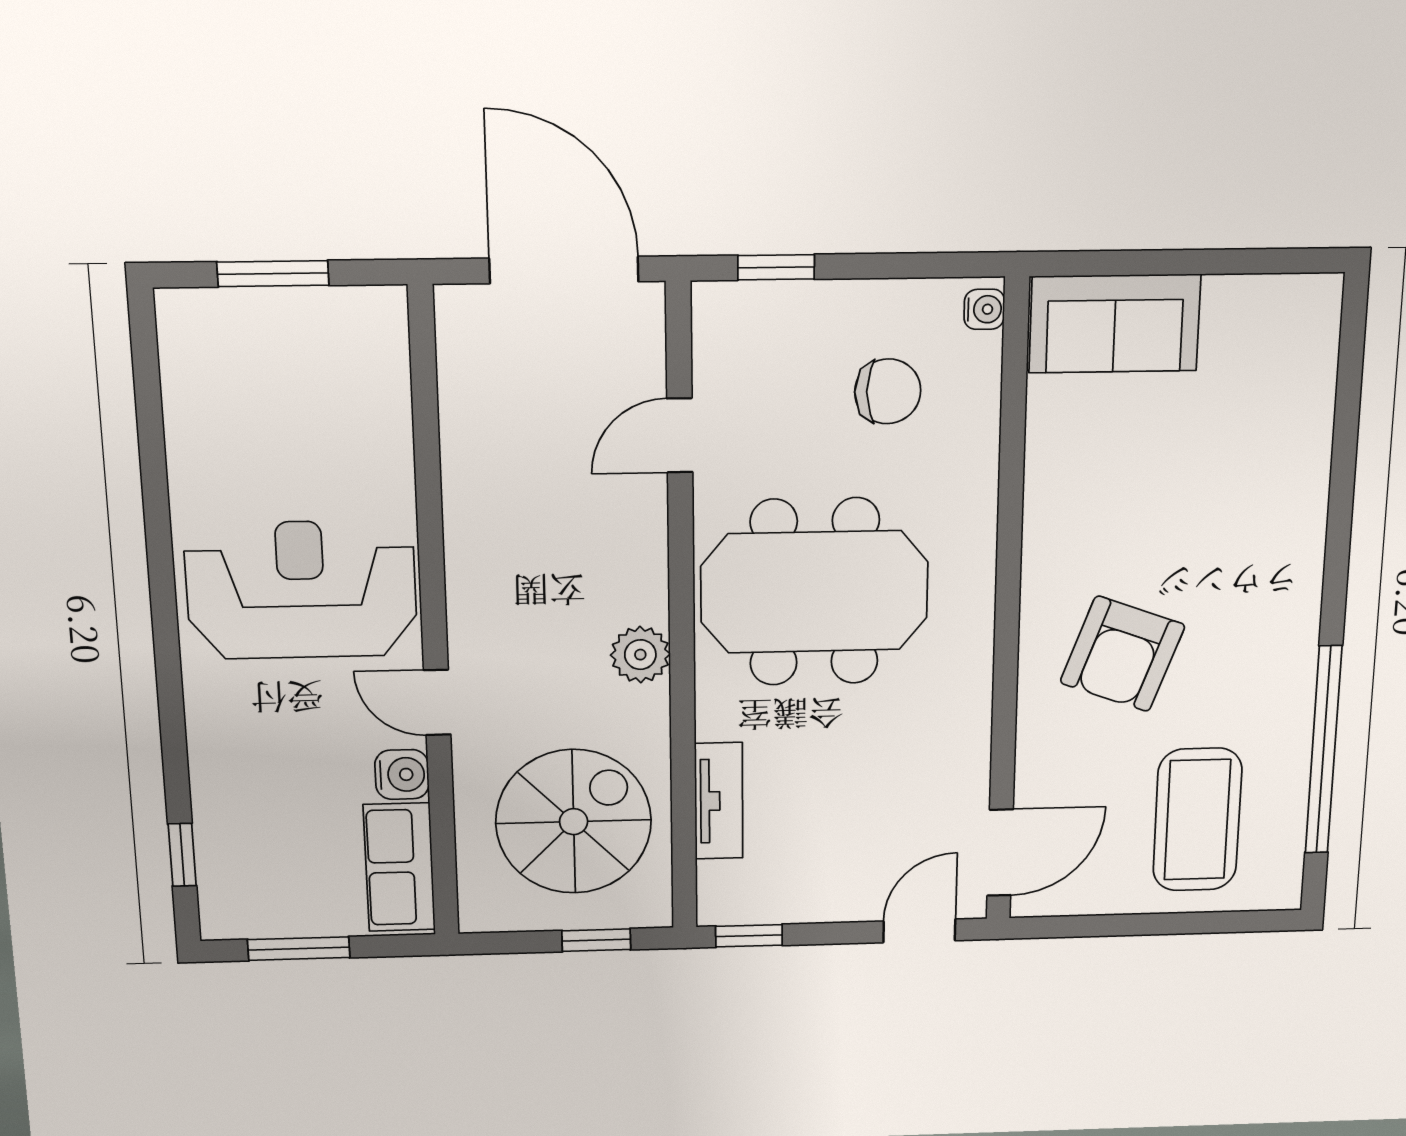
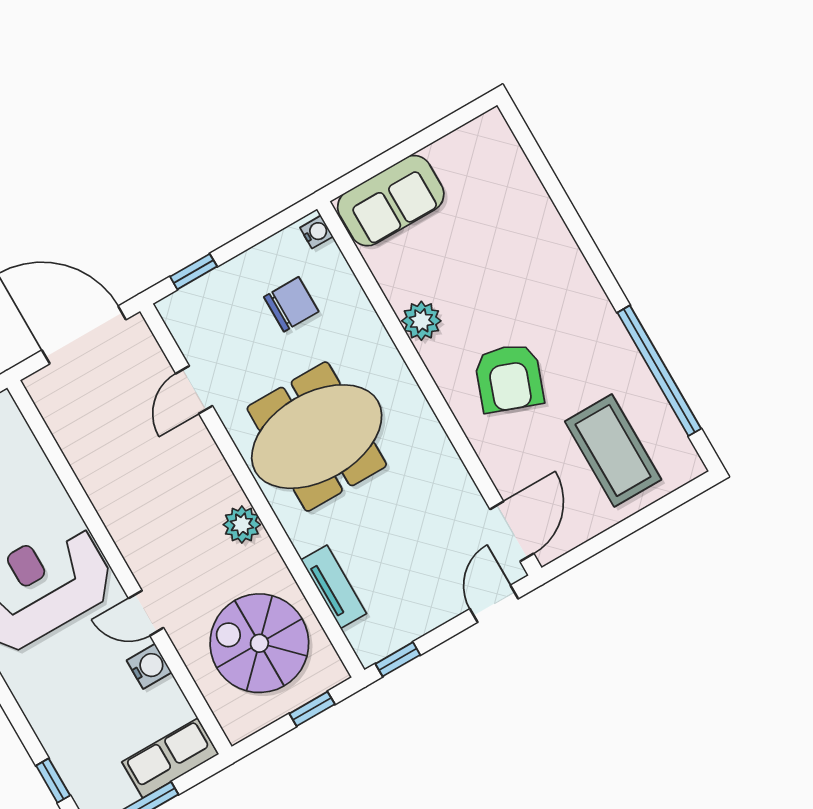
plant: (1053, 514) -> (421, 321), added
spiral stairs: (574, 822) -> (259, 643), turned -90
row of seats: (399, 867) -> (170, 758), moved, turned 90

